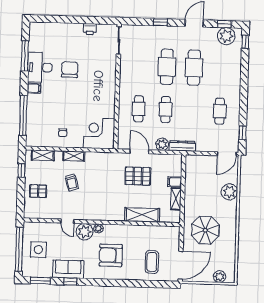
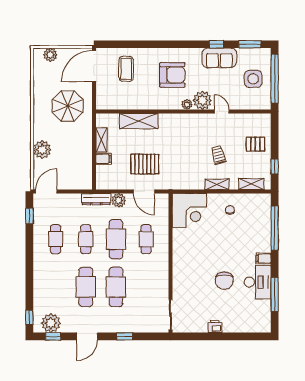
printer: (90, 29) -> (215, 326), moved
cafe table: (166, 110) -> (116, 239), width x1.37, depth x1.35
cafe table: (193, 110) -> (86, 239), added

